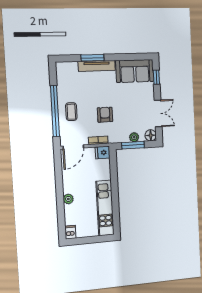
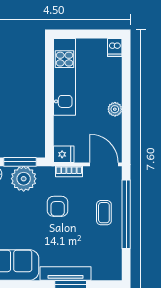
plant: (134, 137) -> (24, 179), width x1.88, depth x1.88
door: (73, 147) -> (104, 164), hinge flipped
plant: (68, 199) -> (115, 109), moved

